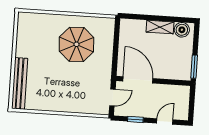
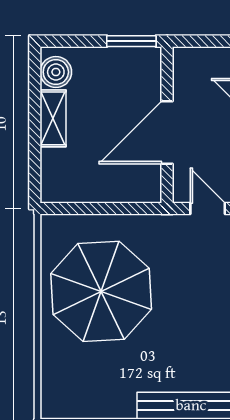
parasol: (76, 44) -> (101, 291), width x1.36, depth x1.36
door: (138, 80) -> (167, 133), moved

